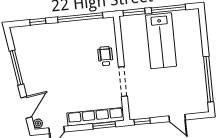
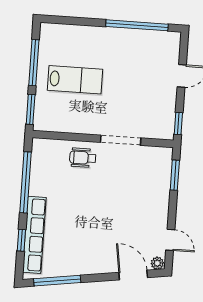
lab bench: (161, 41) -> (75, 80), width x0.73, depth x0.72
window: (16, 68) -> (57, 281), moved
row of seats: (96, 117) -> (34, 235), moved, turned 180

